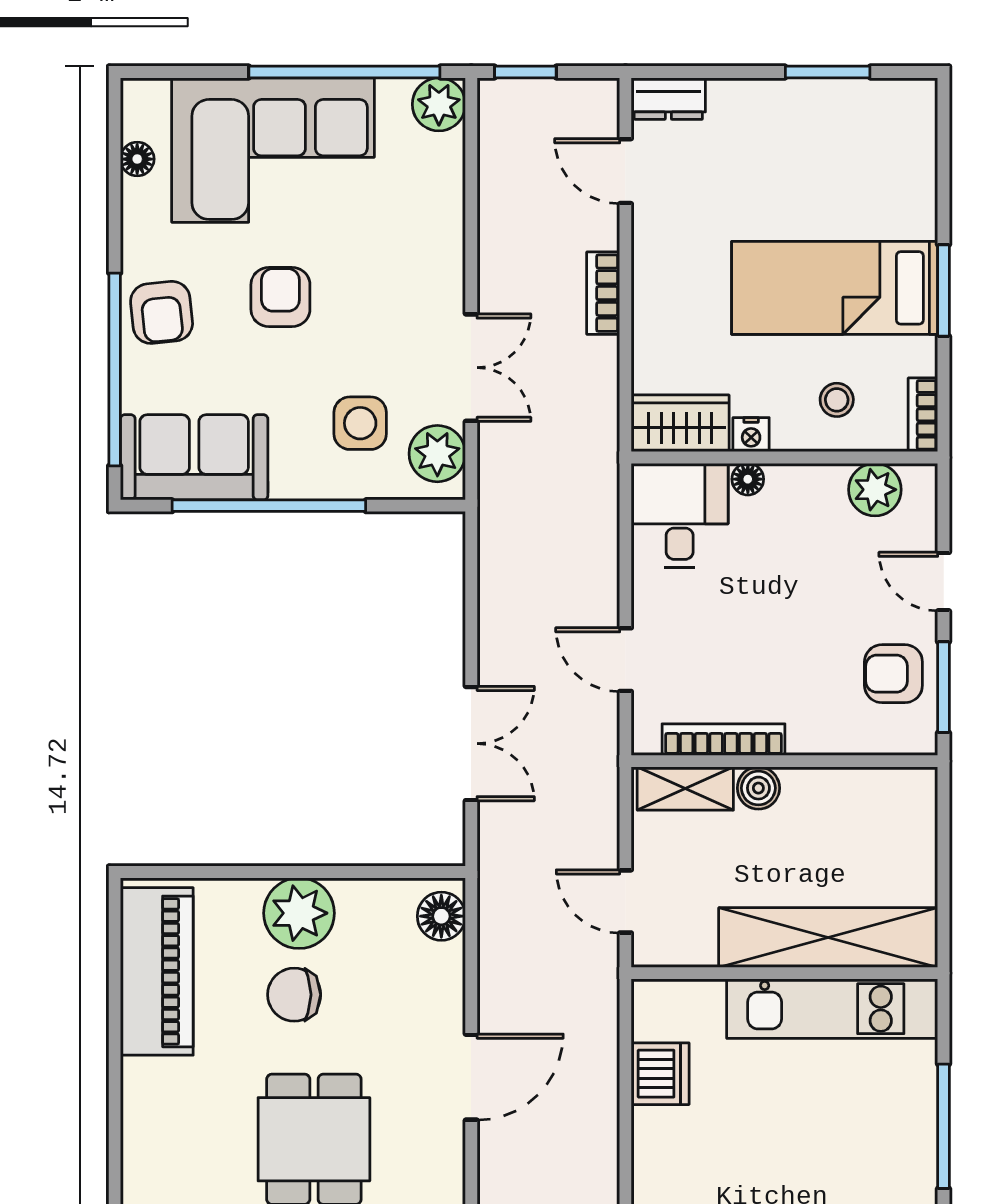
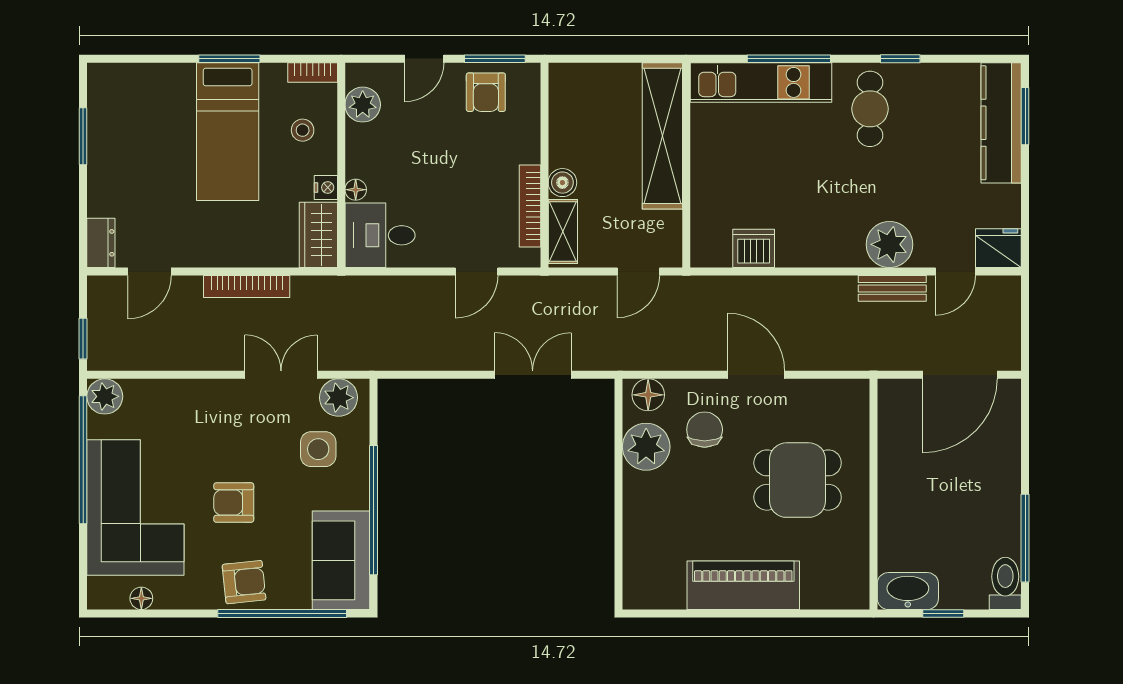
bookcase: (603, 293) -> (247, 286), width x1.56
plant: (299, 913) -> (646, 447), moved
piano: (157, 971) -> (743, 585), moved
chair: (294, 995) -> (705, 430), moved, turned 180
kitchen unit: (832, 1009) -> (761, 82), moved, turned 90

